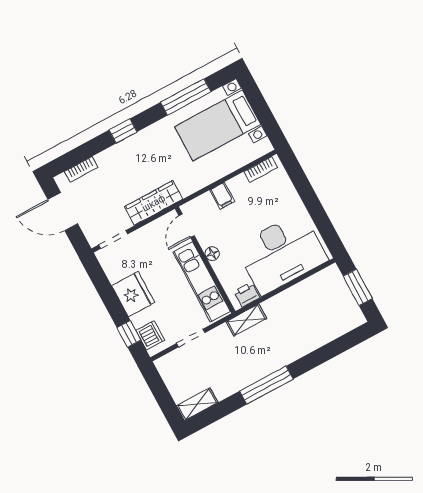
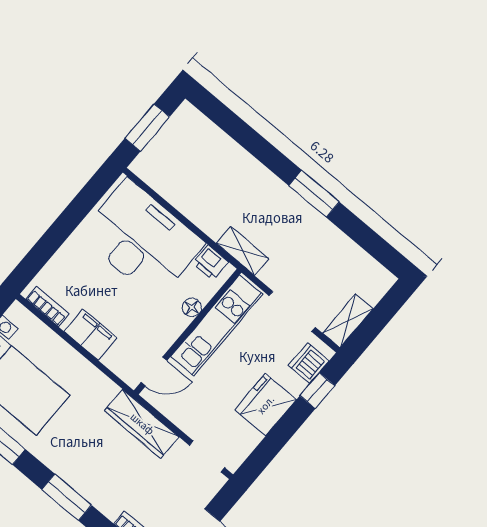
window: (123, 131) -> (67, 497), width x1.50
filing cabinet: (222, 196) -> (91, 335), width x2.00
floor lamp: (212, 254) -> (192, 307), moved
doorway: (191, 338) -> (292, 311), width x1.38
window: (266, 385) -> (314, 194), width x0.69
shelving: (197, 404) -> (348, 321), moved, turned 90

